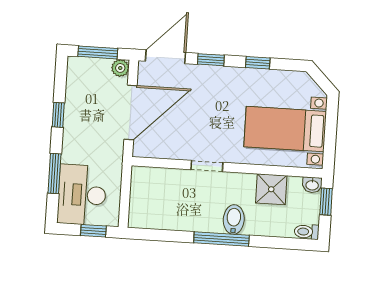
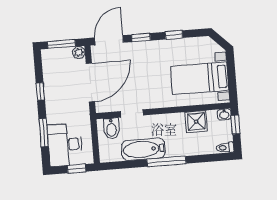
doorway: (207, 166) -> (132, 113), moved
bathtub: (191, 217) -> (143, 149), added
bidet: (234, 220) -> (111, 129), moved, turned 180

